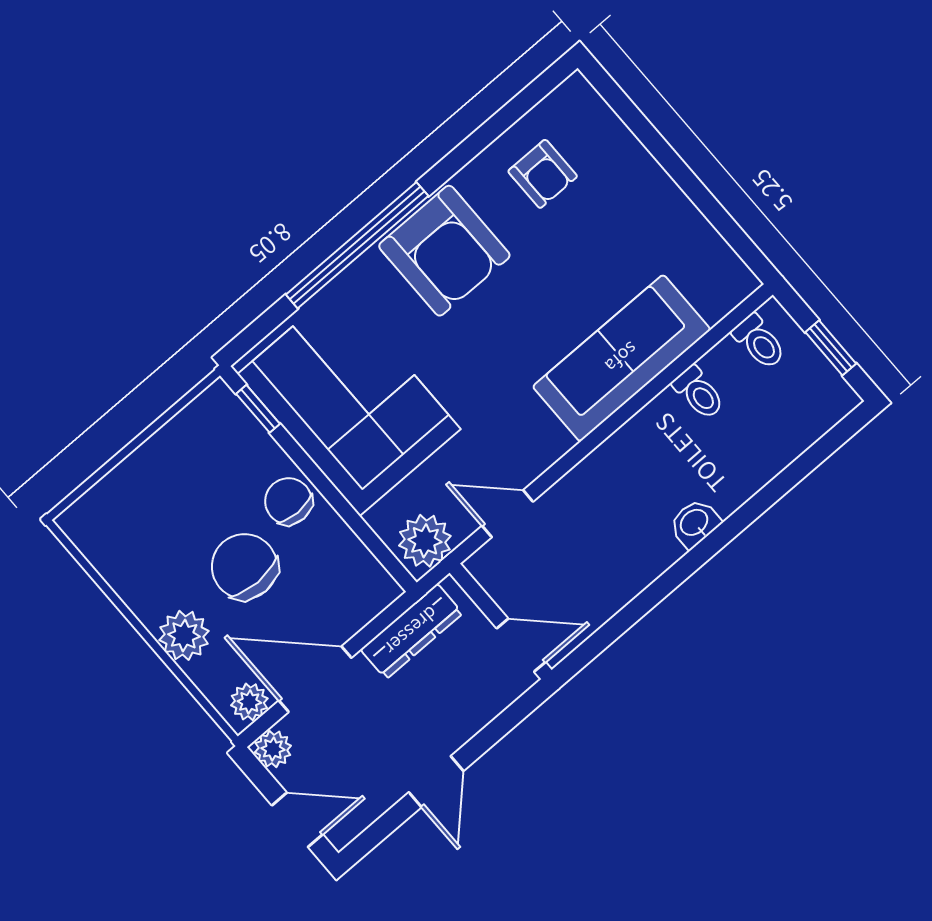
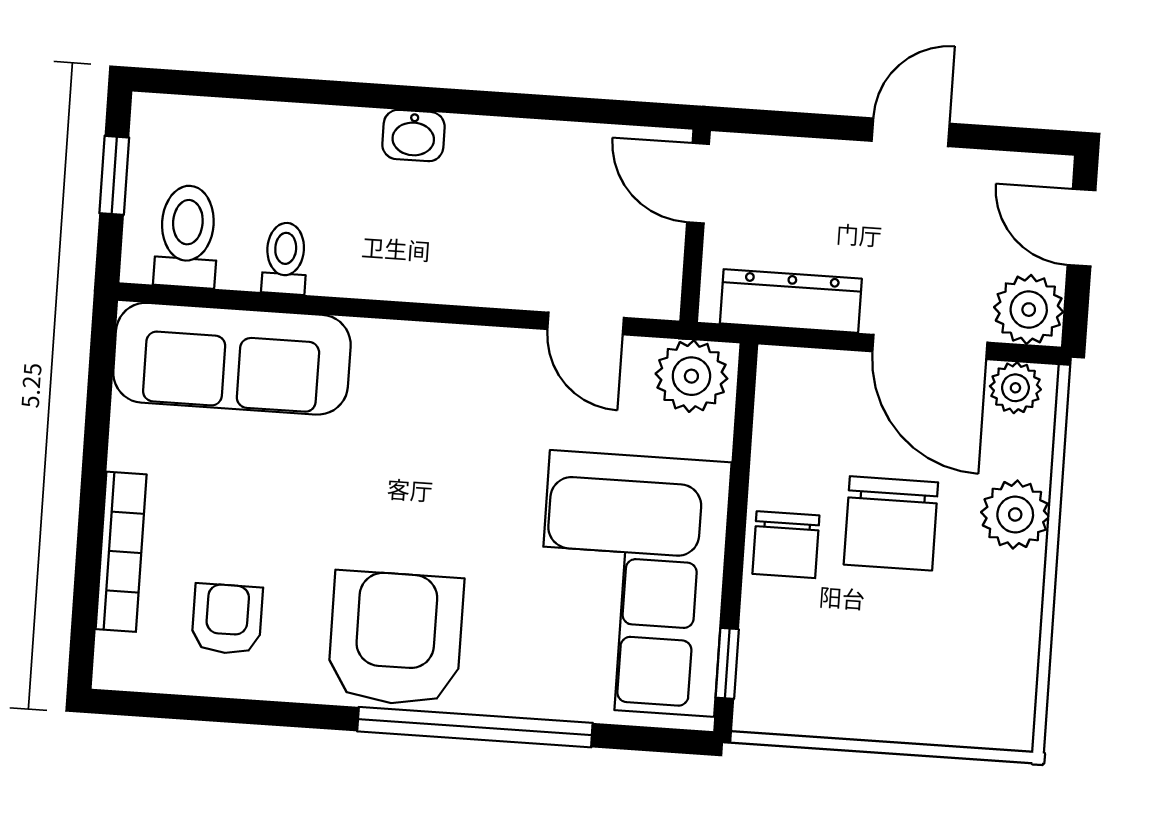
bookcase: (633, 154) -> (121, 552), added
toilet: (759, 342) -> (187, 236), width x1.37, depth x1.39
sofa: (622, 358) -> (232, 359), moved
plant: (273, 749) -> (1029, 310), width x1.38, depth x1.38

